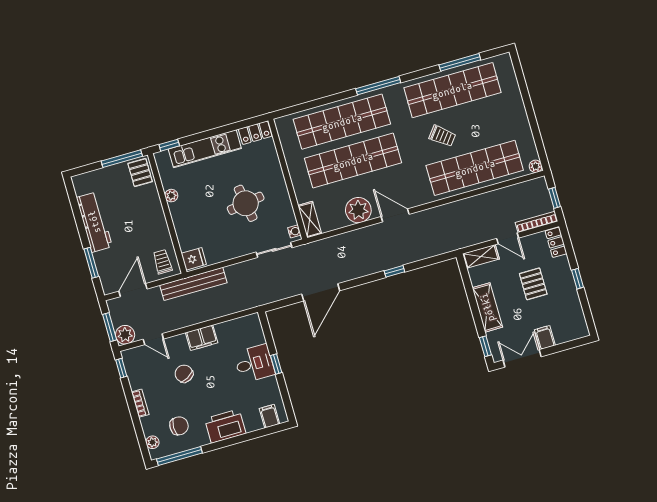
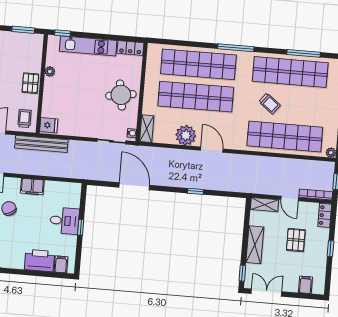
window: (122, 159) -> (23, 30), width x0.69
pallet: (140, 173) -> (30, 83), moved
round table: (246, 203) -> (121, 95), moved
door: (321, 292) -> (134, 186), swing flipped
filing cabinet: (545, 338) -> (305, 285), moved
printer: (225, 426) -> (40, 261), moved

